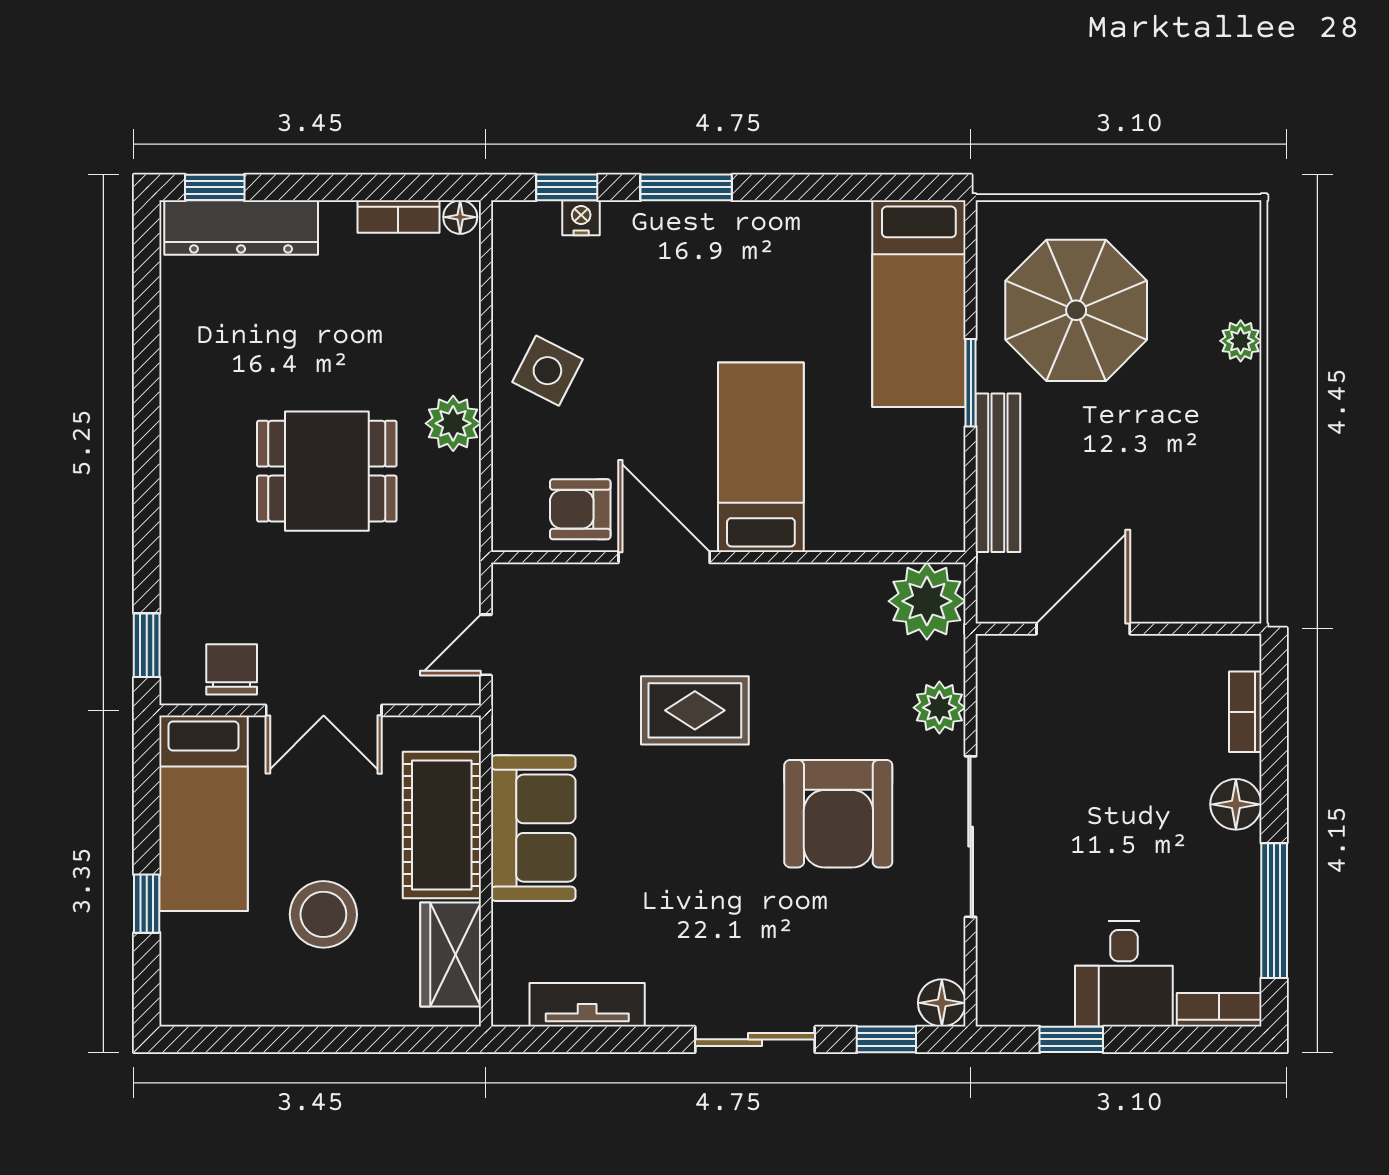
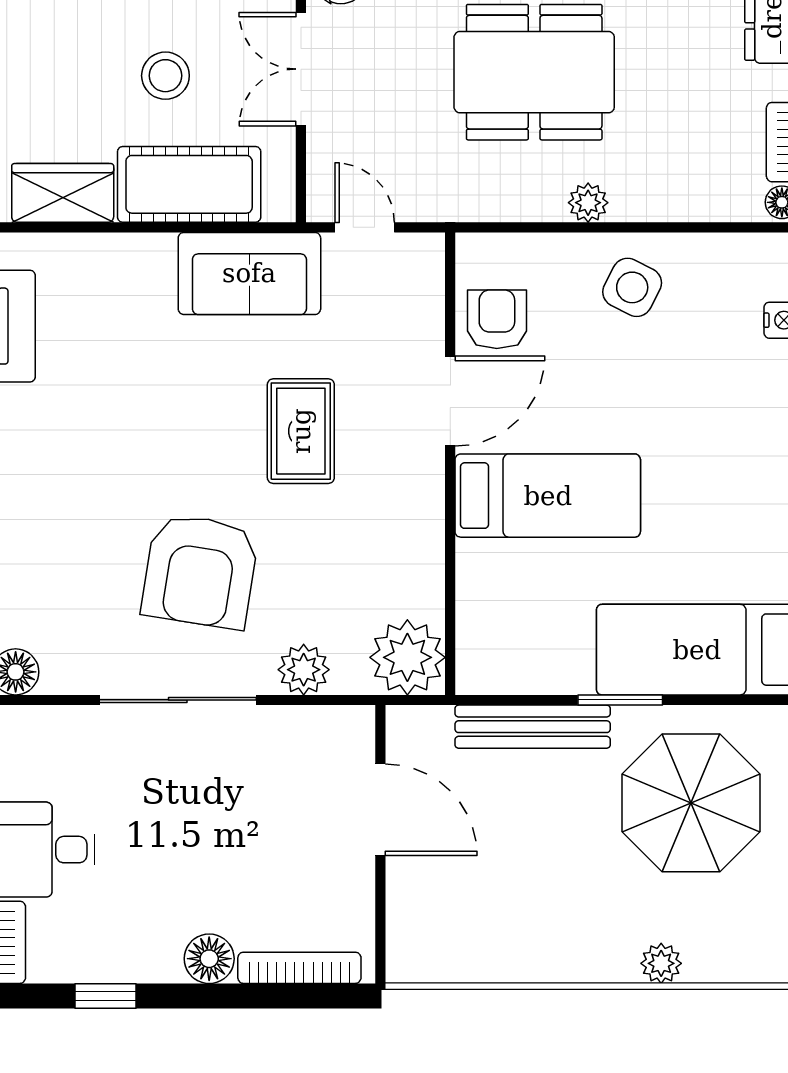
plant: (453, 423) -> (588, 203), width x0.73, depth x0.73
dining table: (327, 471) -> (534, 72), width x1.38
bookcase: (1245, 712) -> (299, 968), width x1.56
armchair: (838, 814) -> (200, 571), turned -81
sofa: (533, 828) -> (249, 273), moved
window: (1274, 911) -> (106, 996), width x0.46
stool: (323, 914) -> (165, 76), moved, width x0.73, depth x0.73

